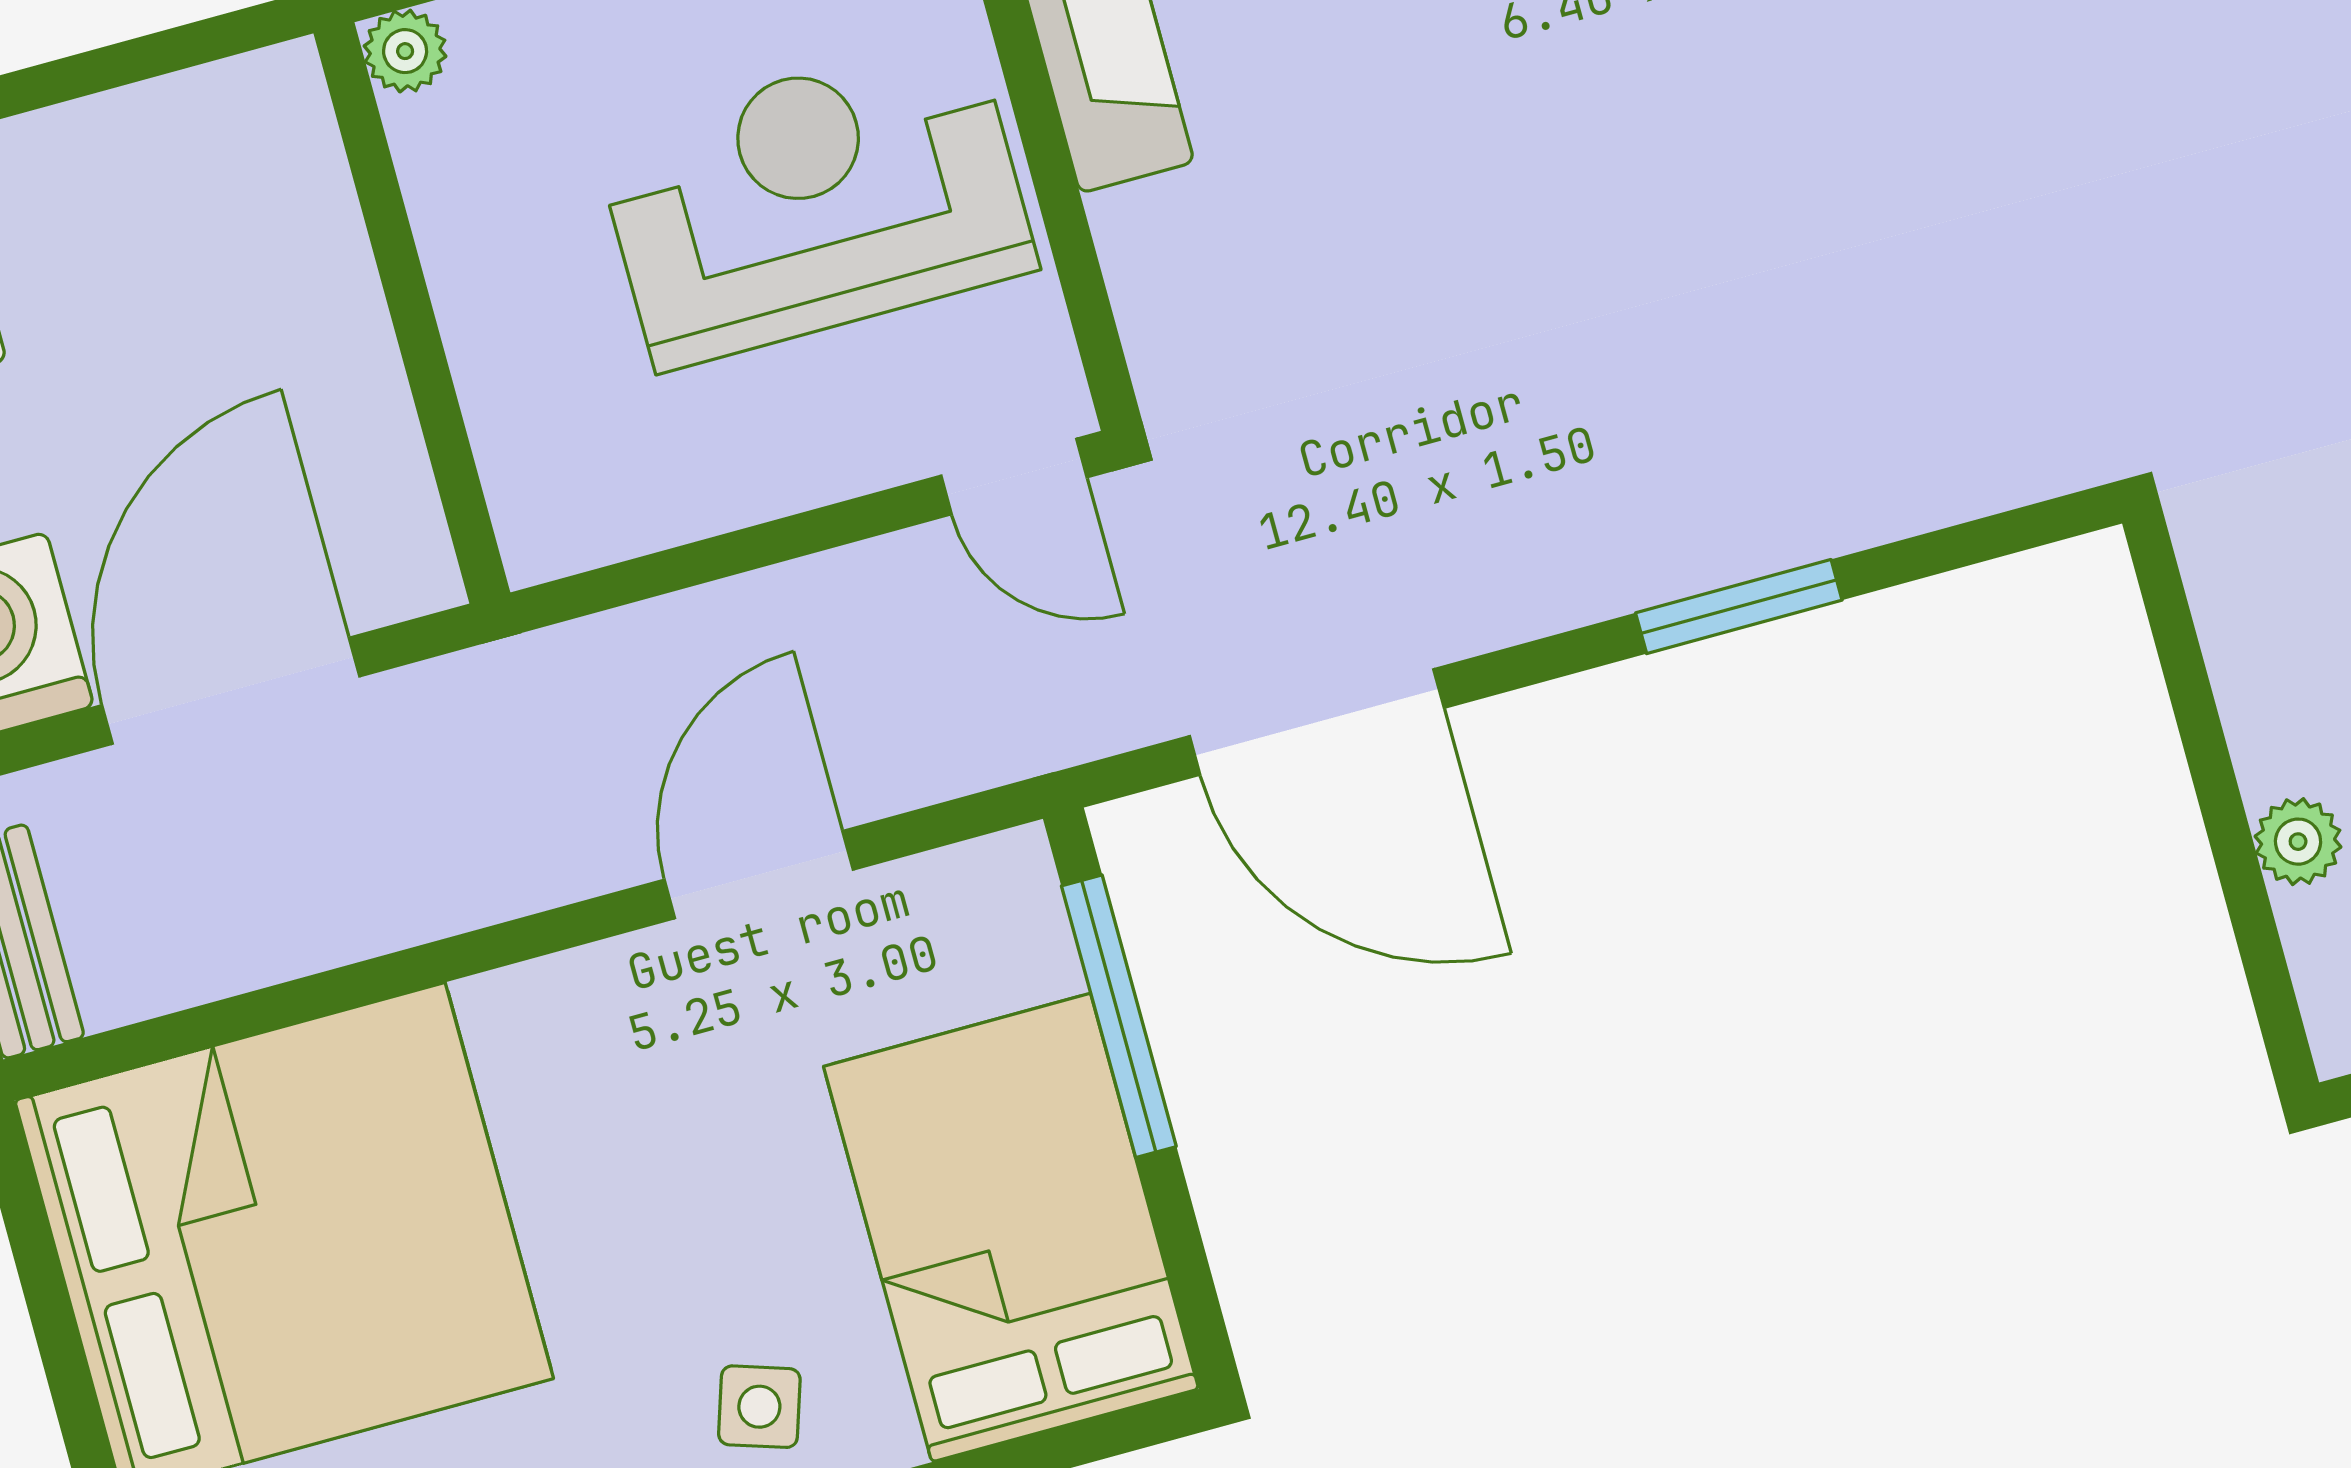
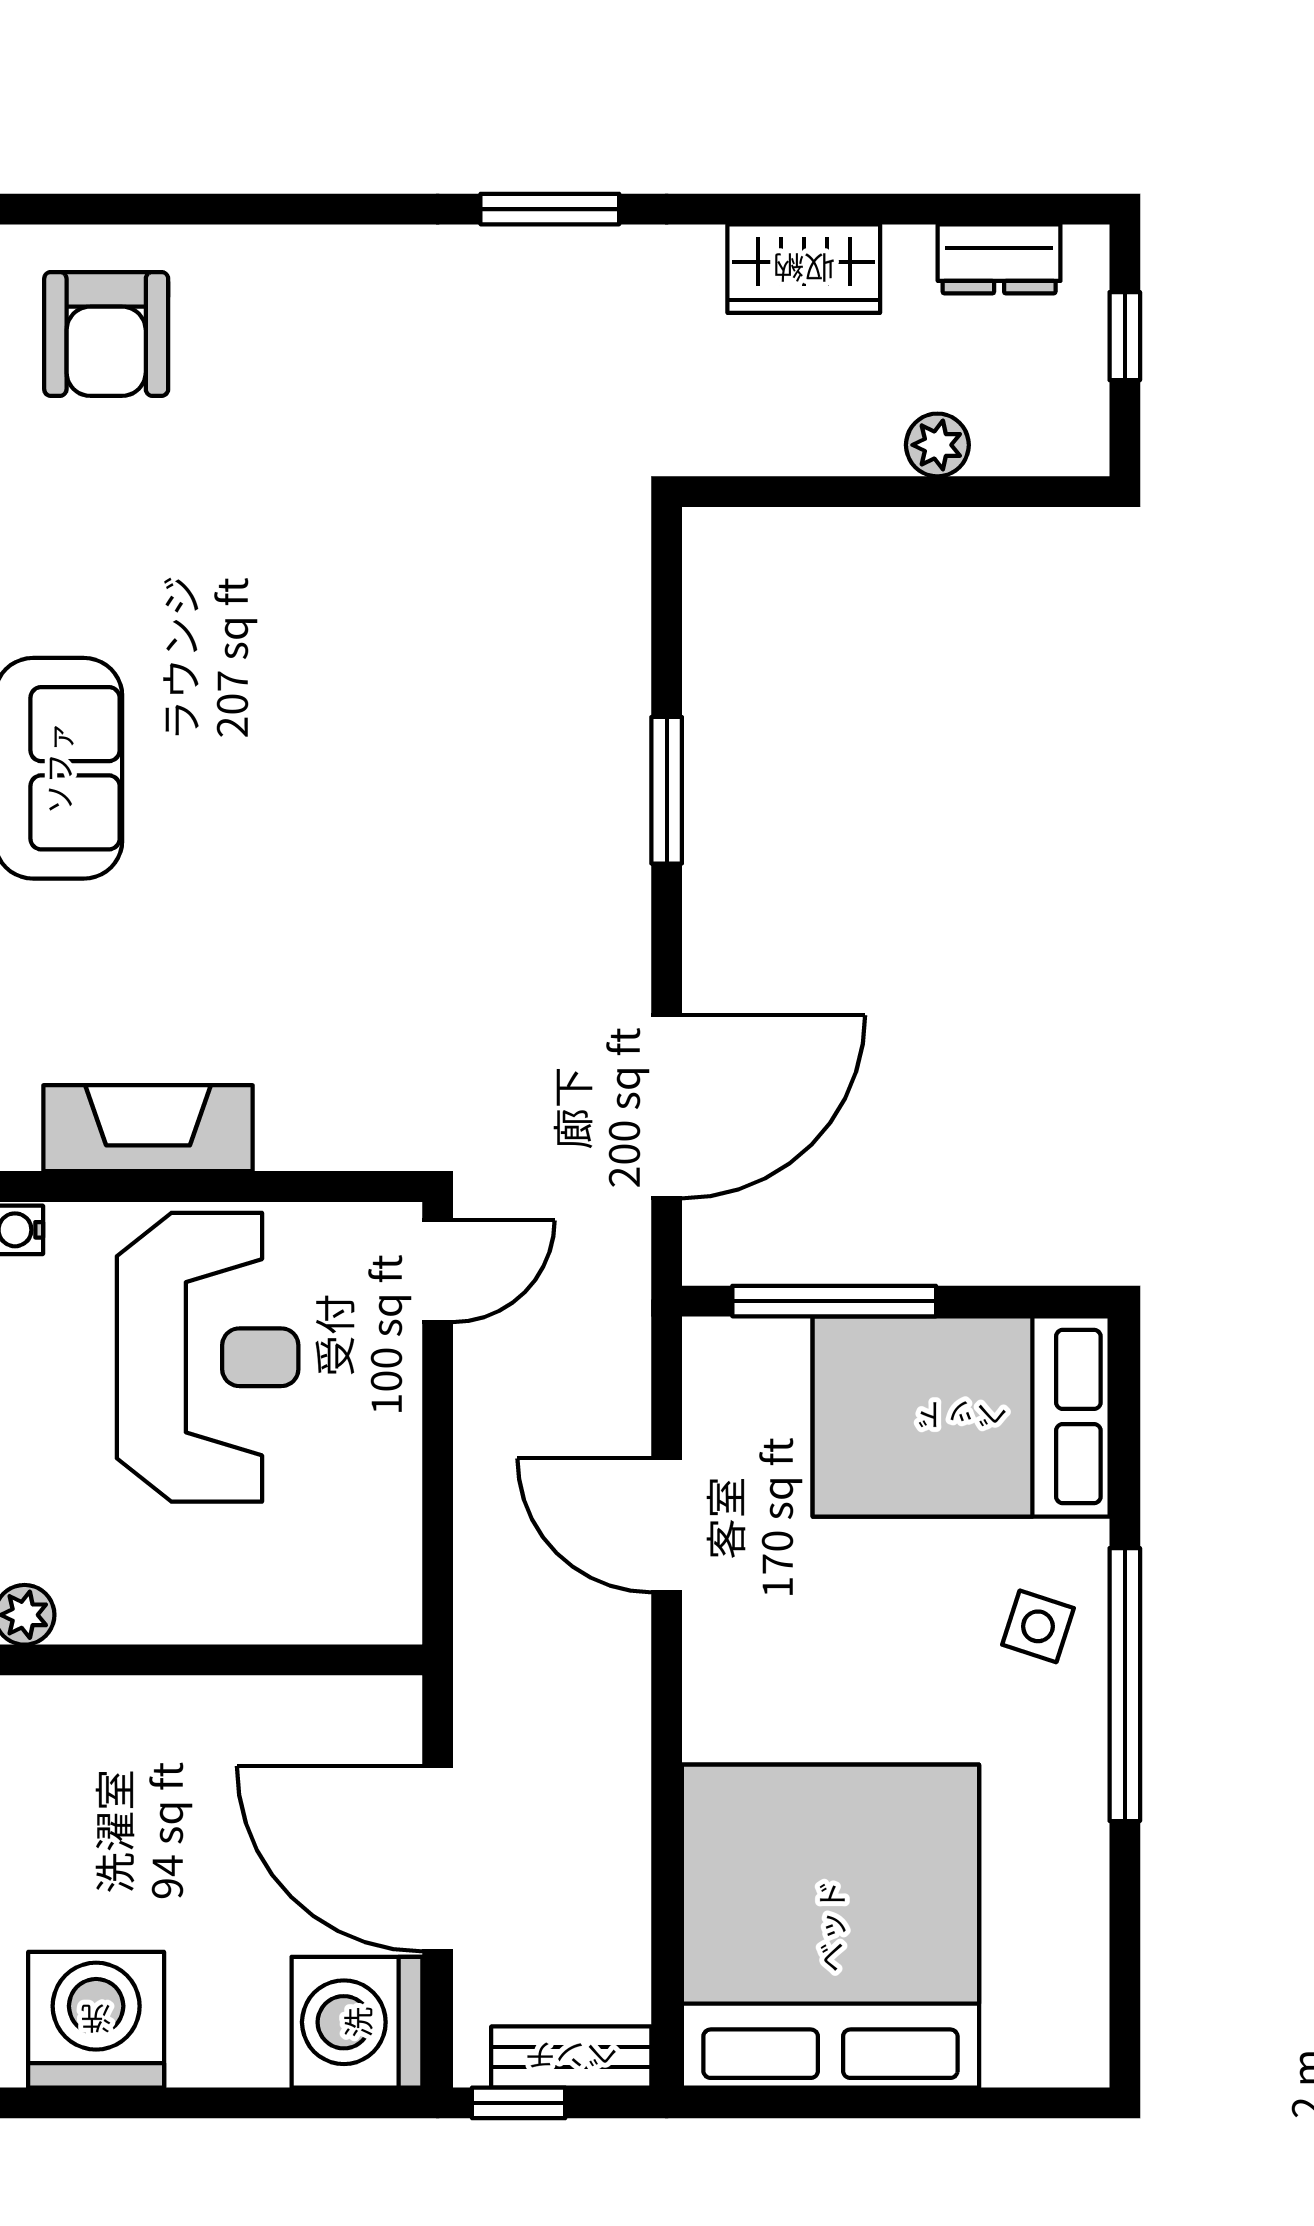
reception desk: (815, 201) -> (208, 1357), turned 180

